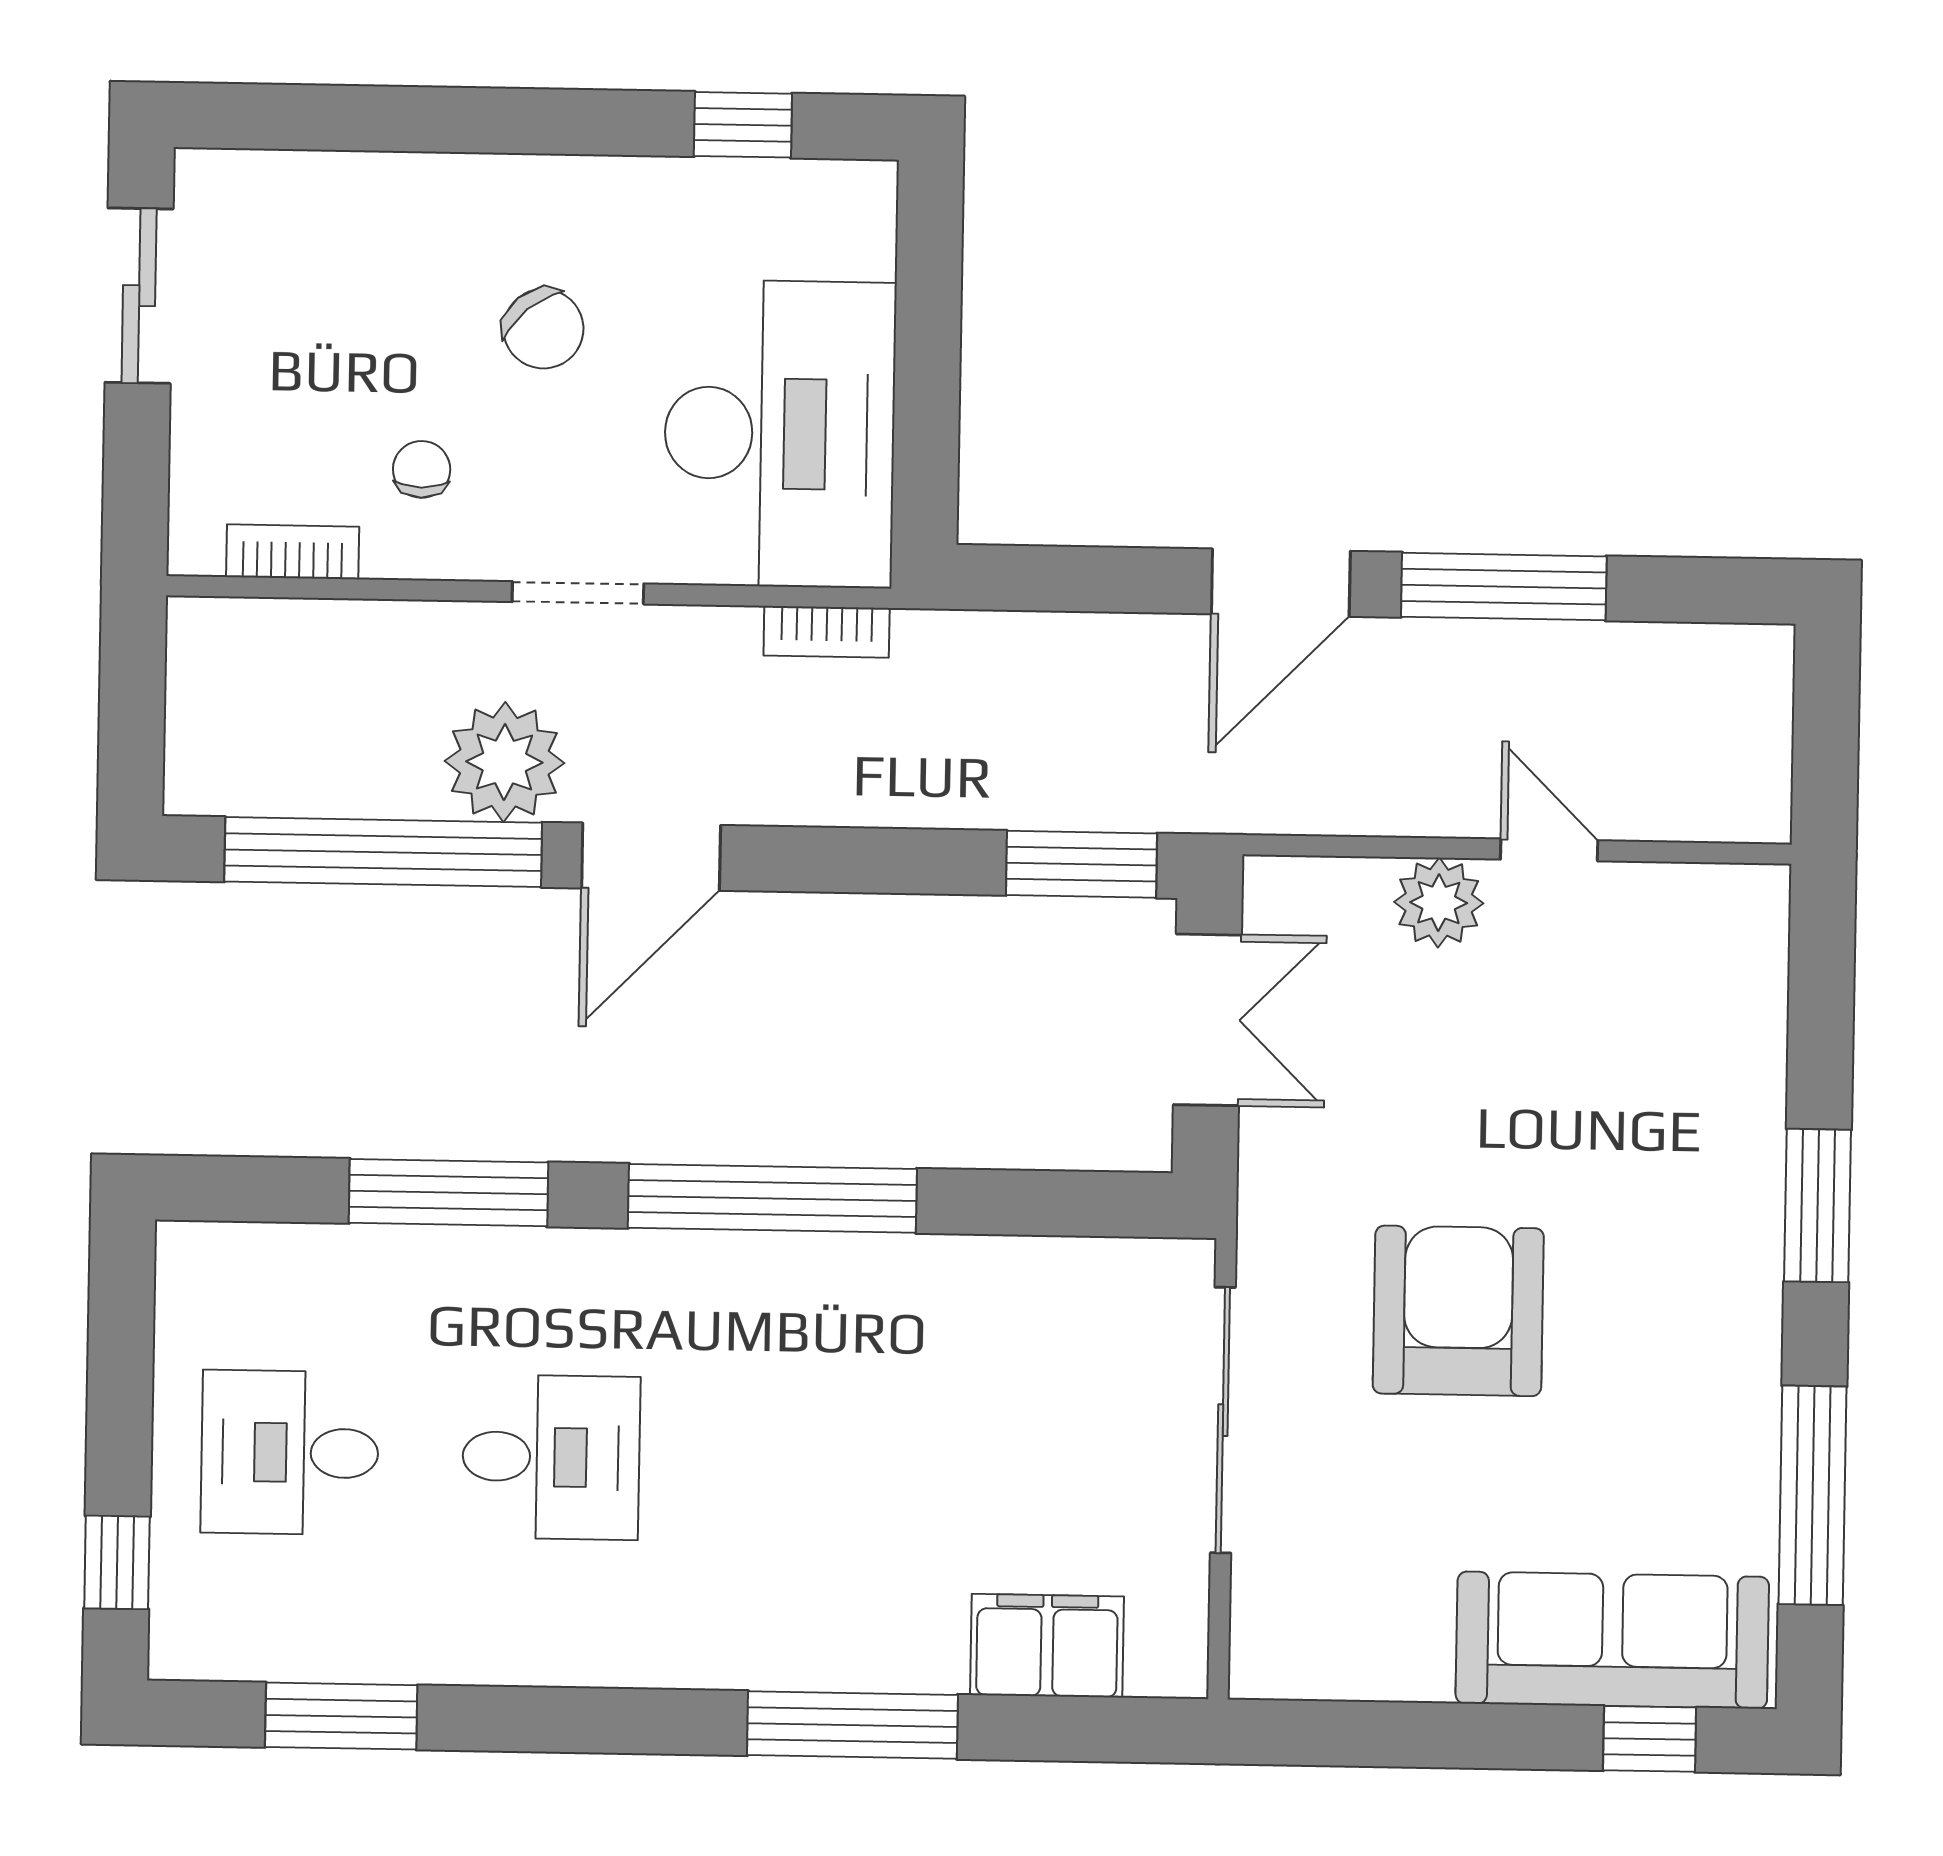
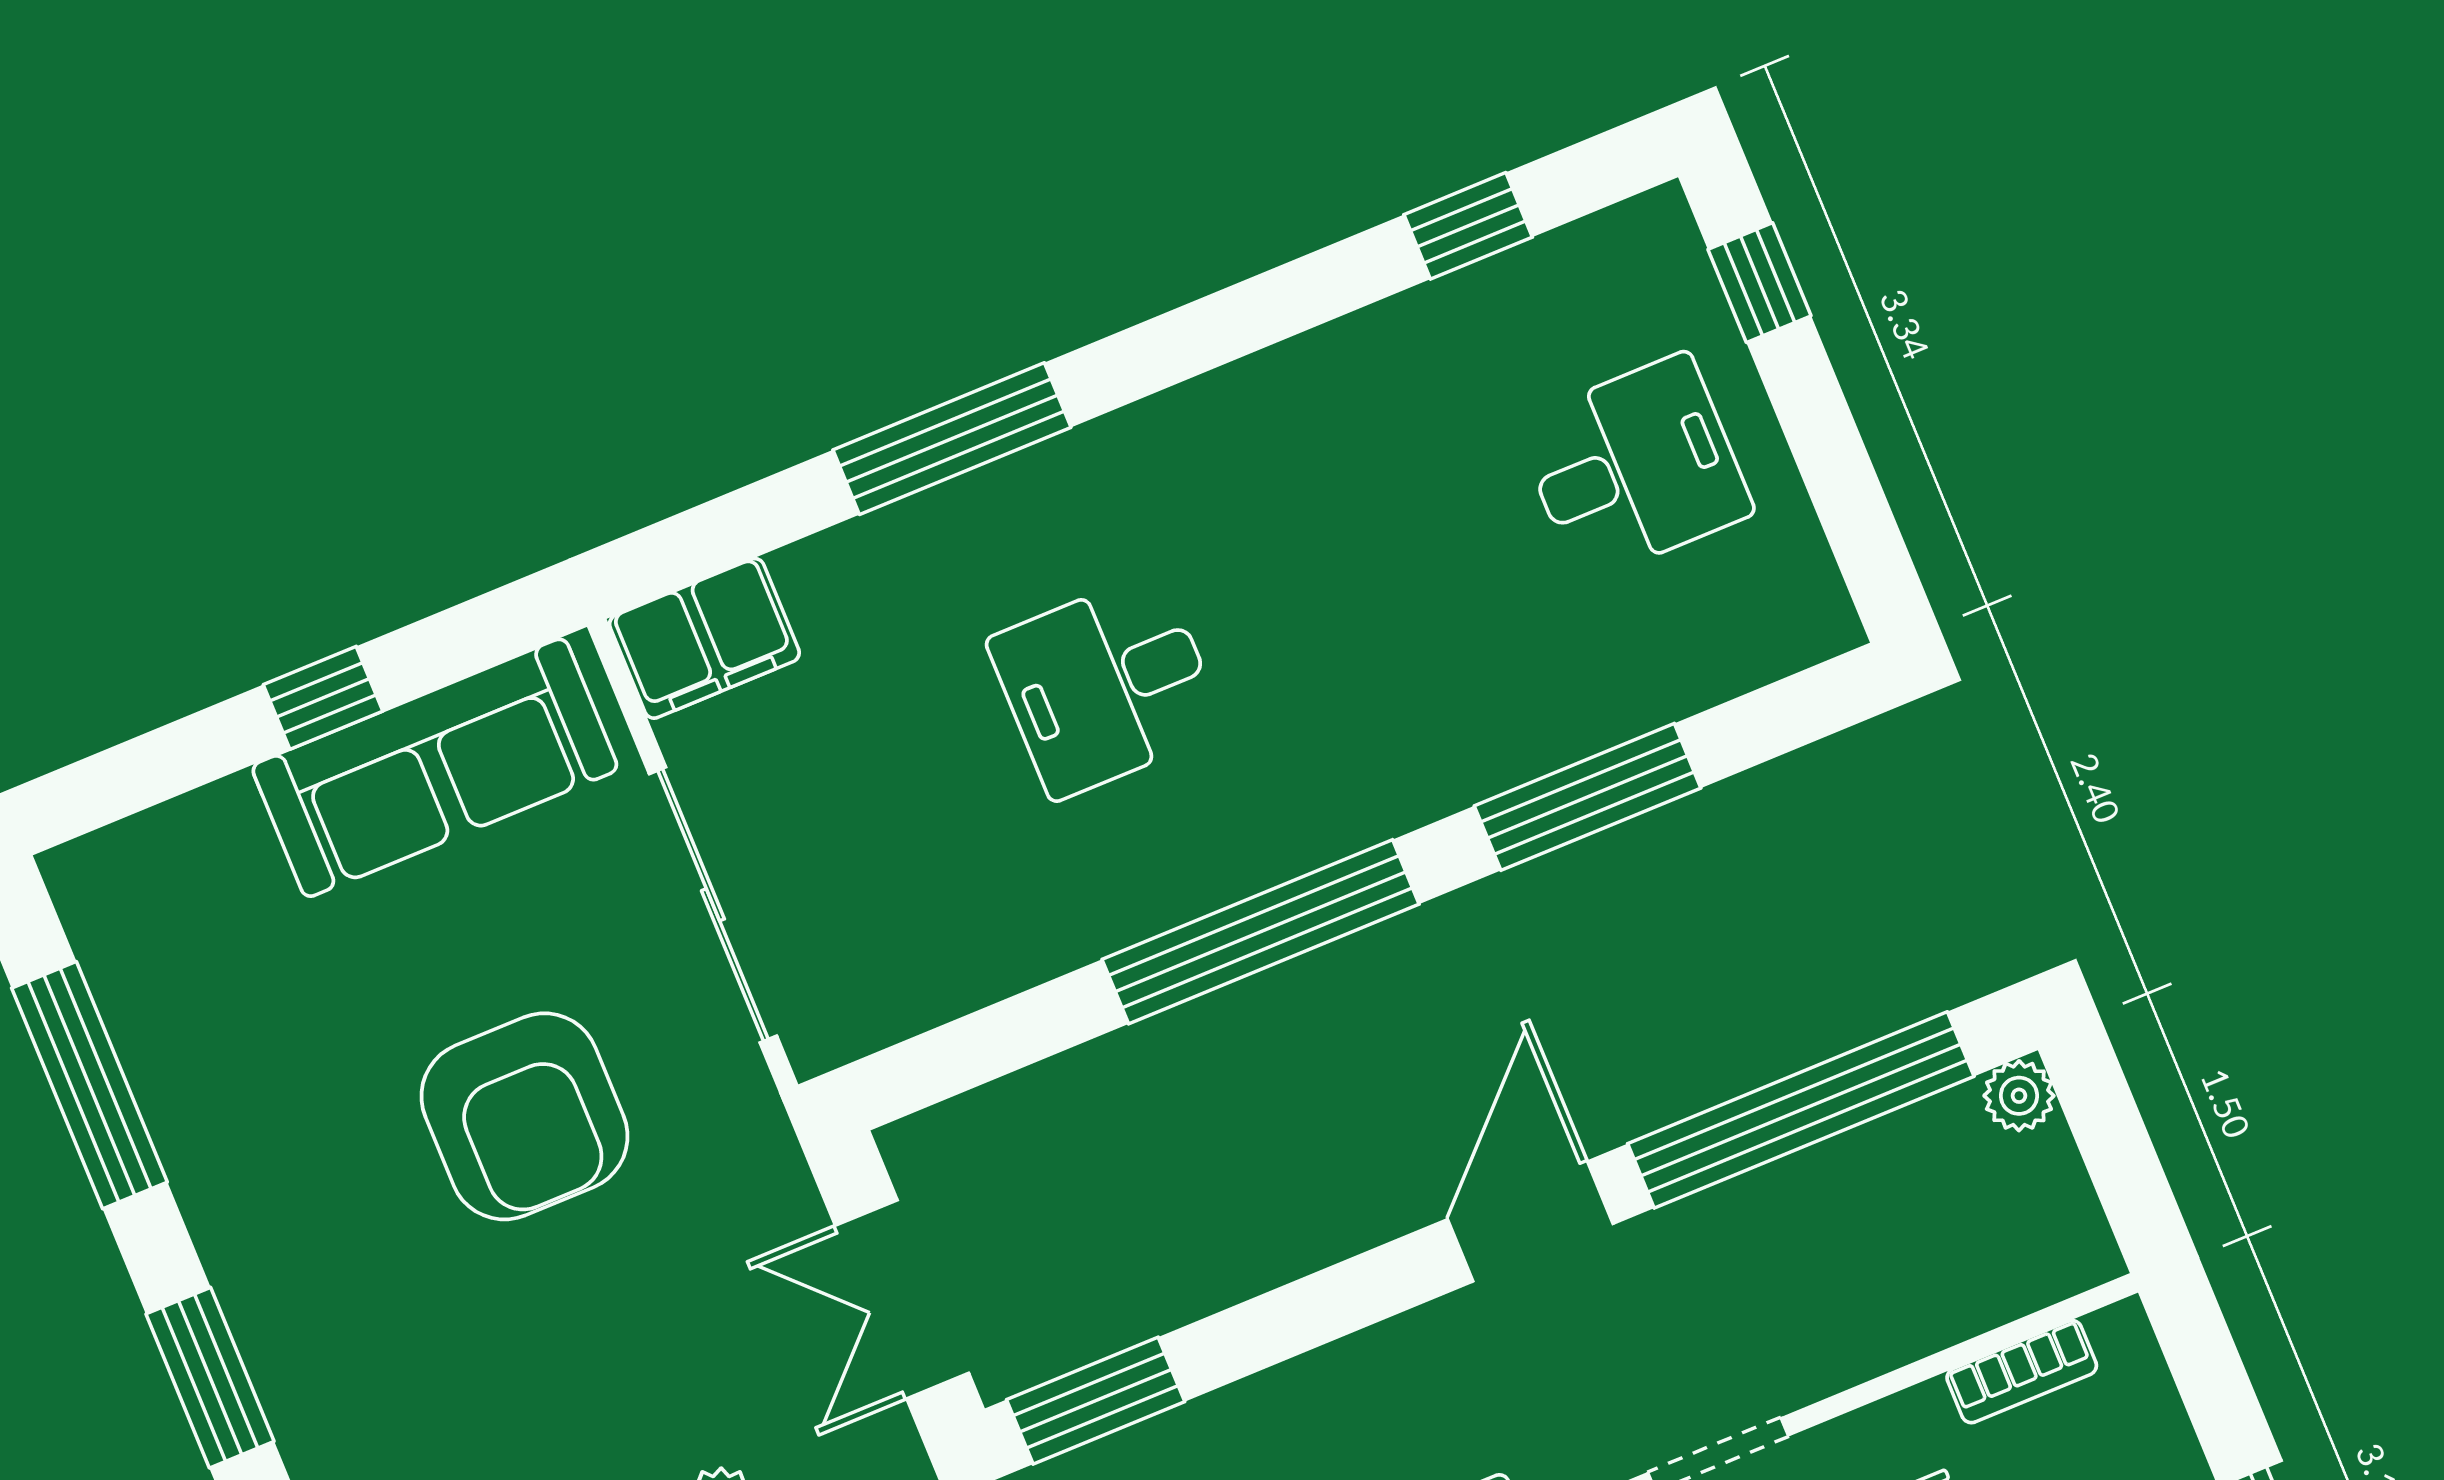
plant: (504, 762) -> (2019, 1096), moved, width x0.53, depth x0.53
desk: (551, 1457) -> (1106, 685), moved
sofa: (1612, 1640) -> (435, 768), moved
filing cabinet: (1047, 1646) -> (704, 638), moved
window: (341, 1716) -> (1468, 226), width x0.67
window: (1650, 1739) -> (323, 698), moved

